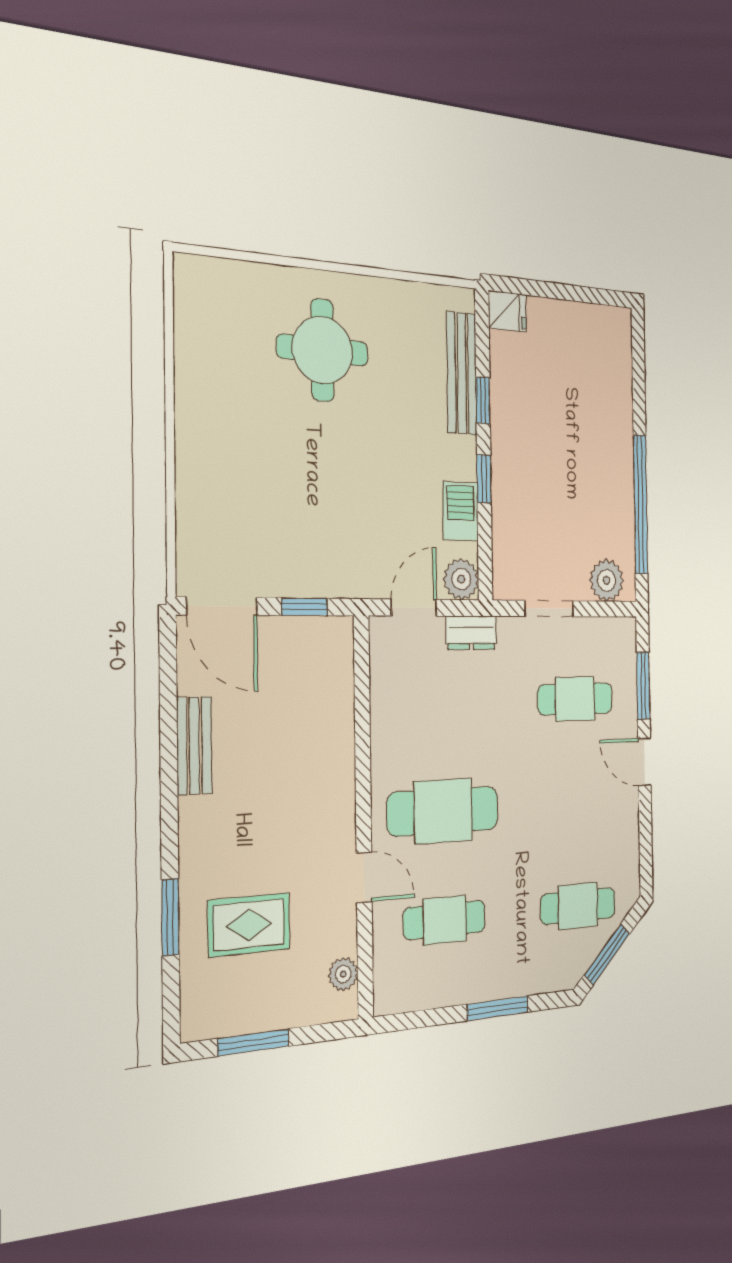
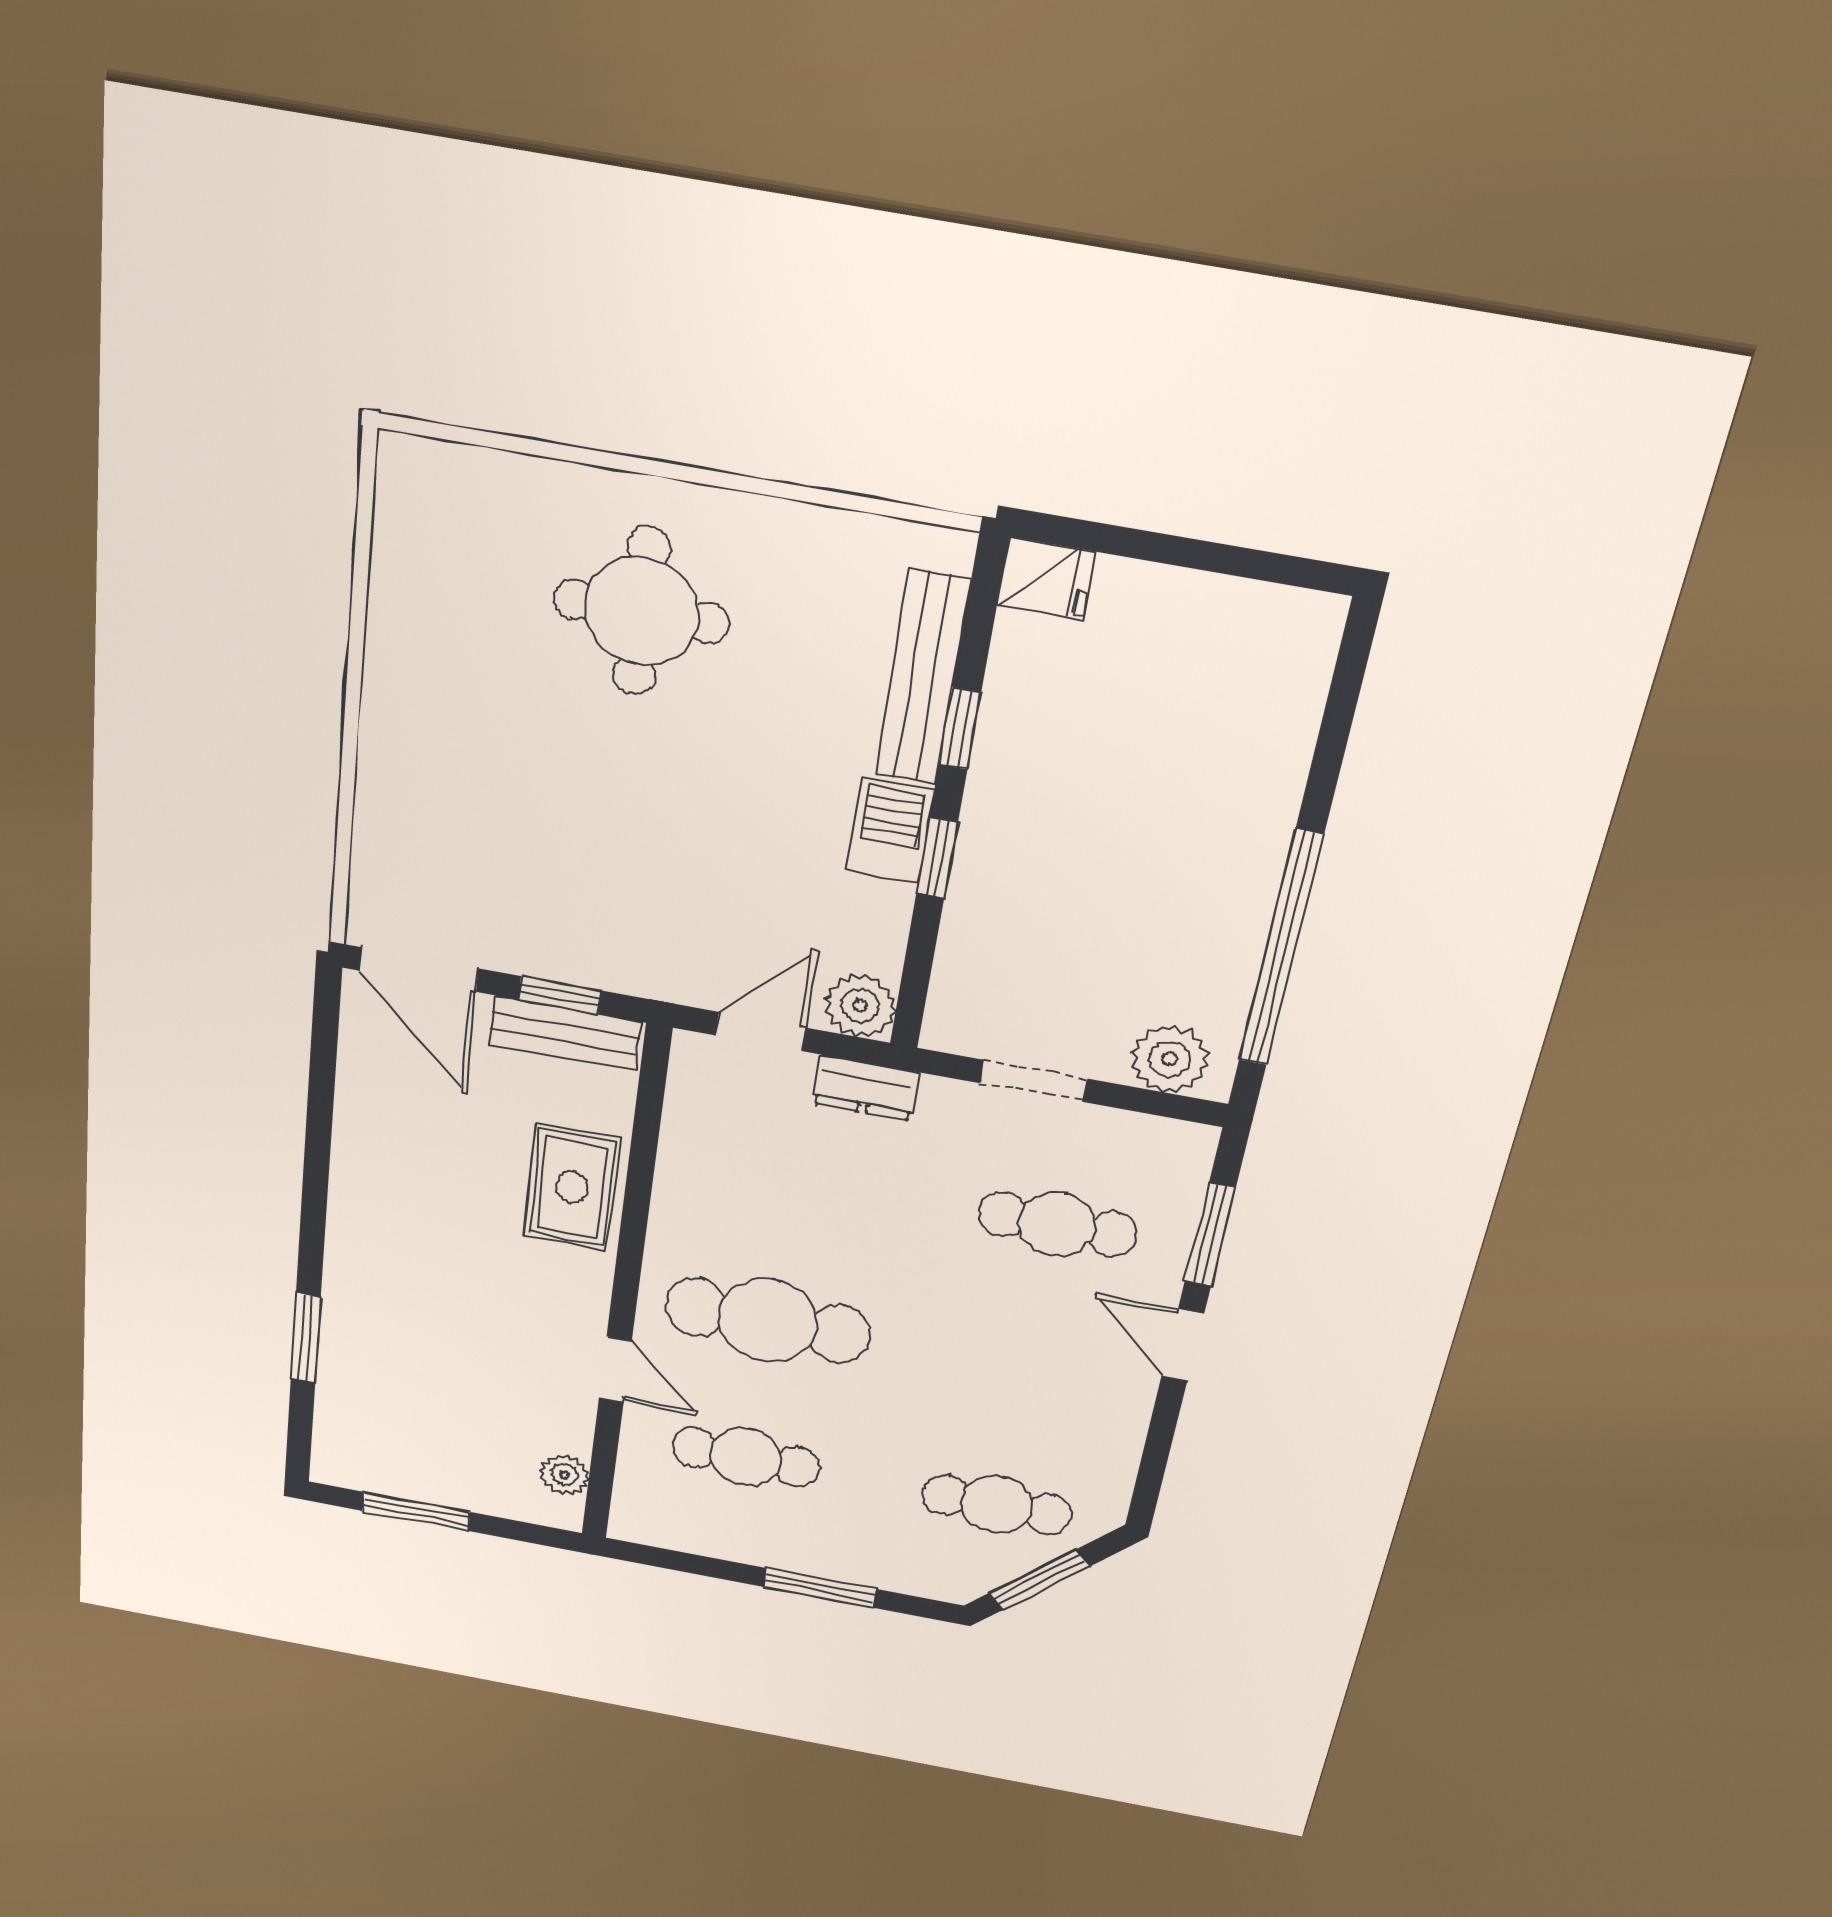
barbecue: (461, 511) -> (890, 830), moved
bench: (194, 746) -> (565, 1033), moved, turned 90
rug: (249, 925) -> (572, 1187), moved, turned 90

